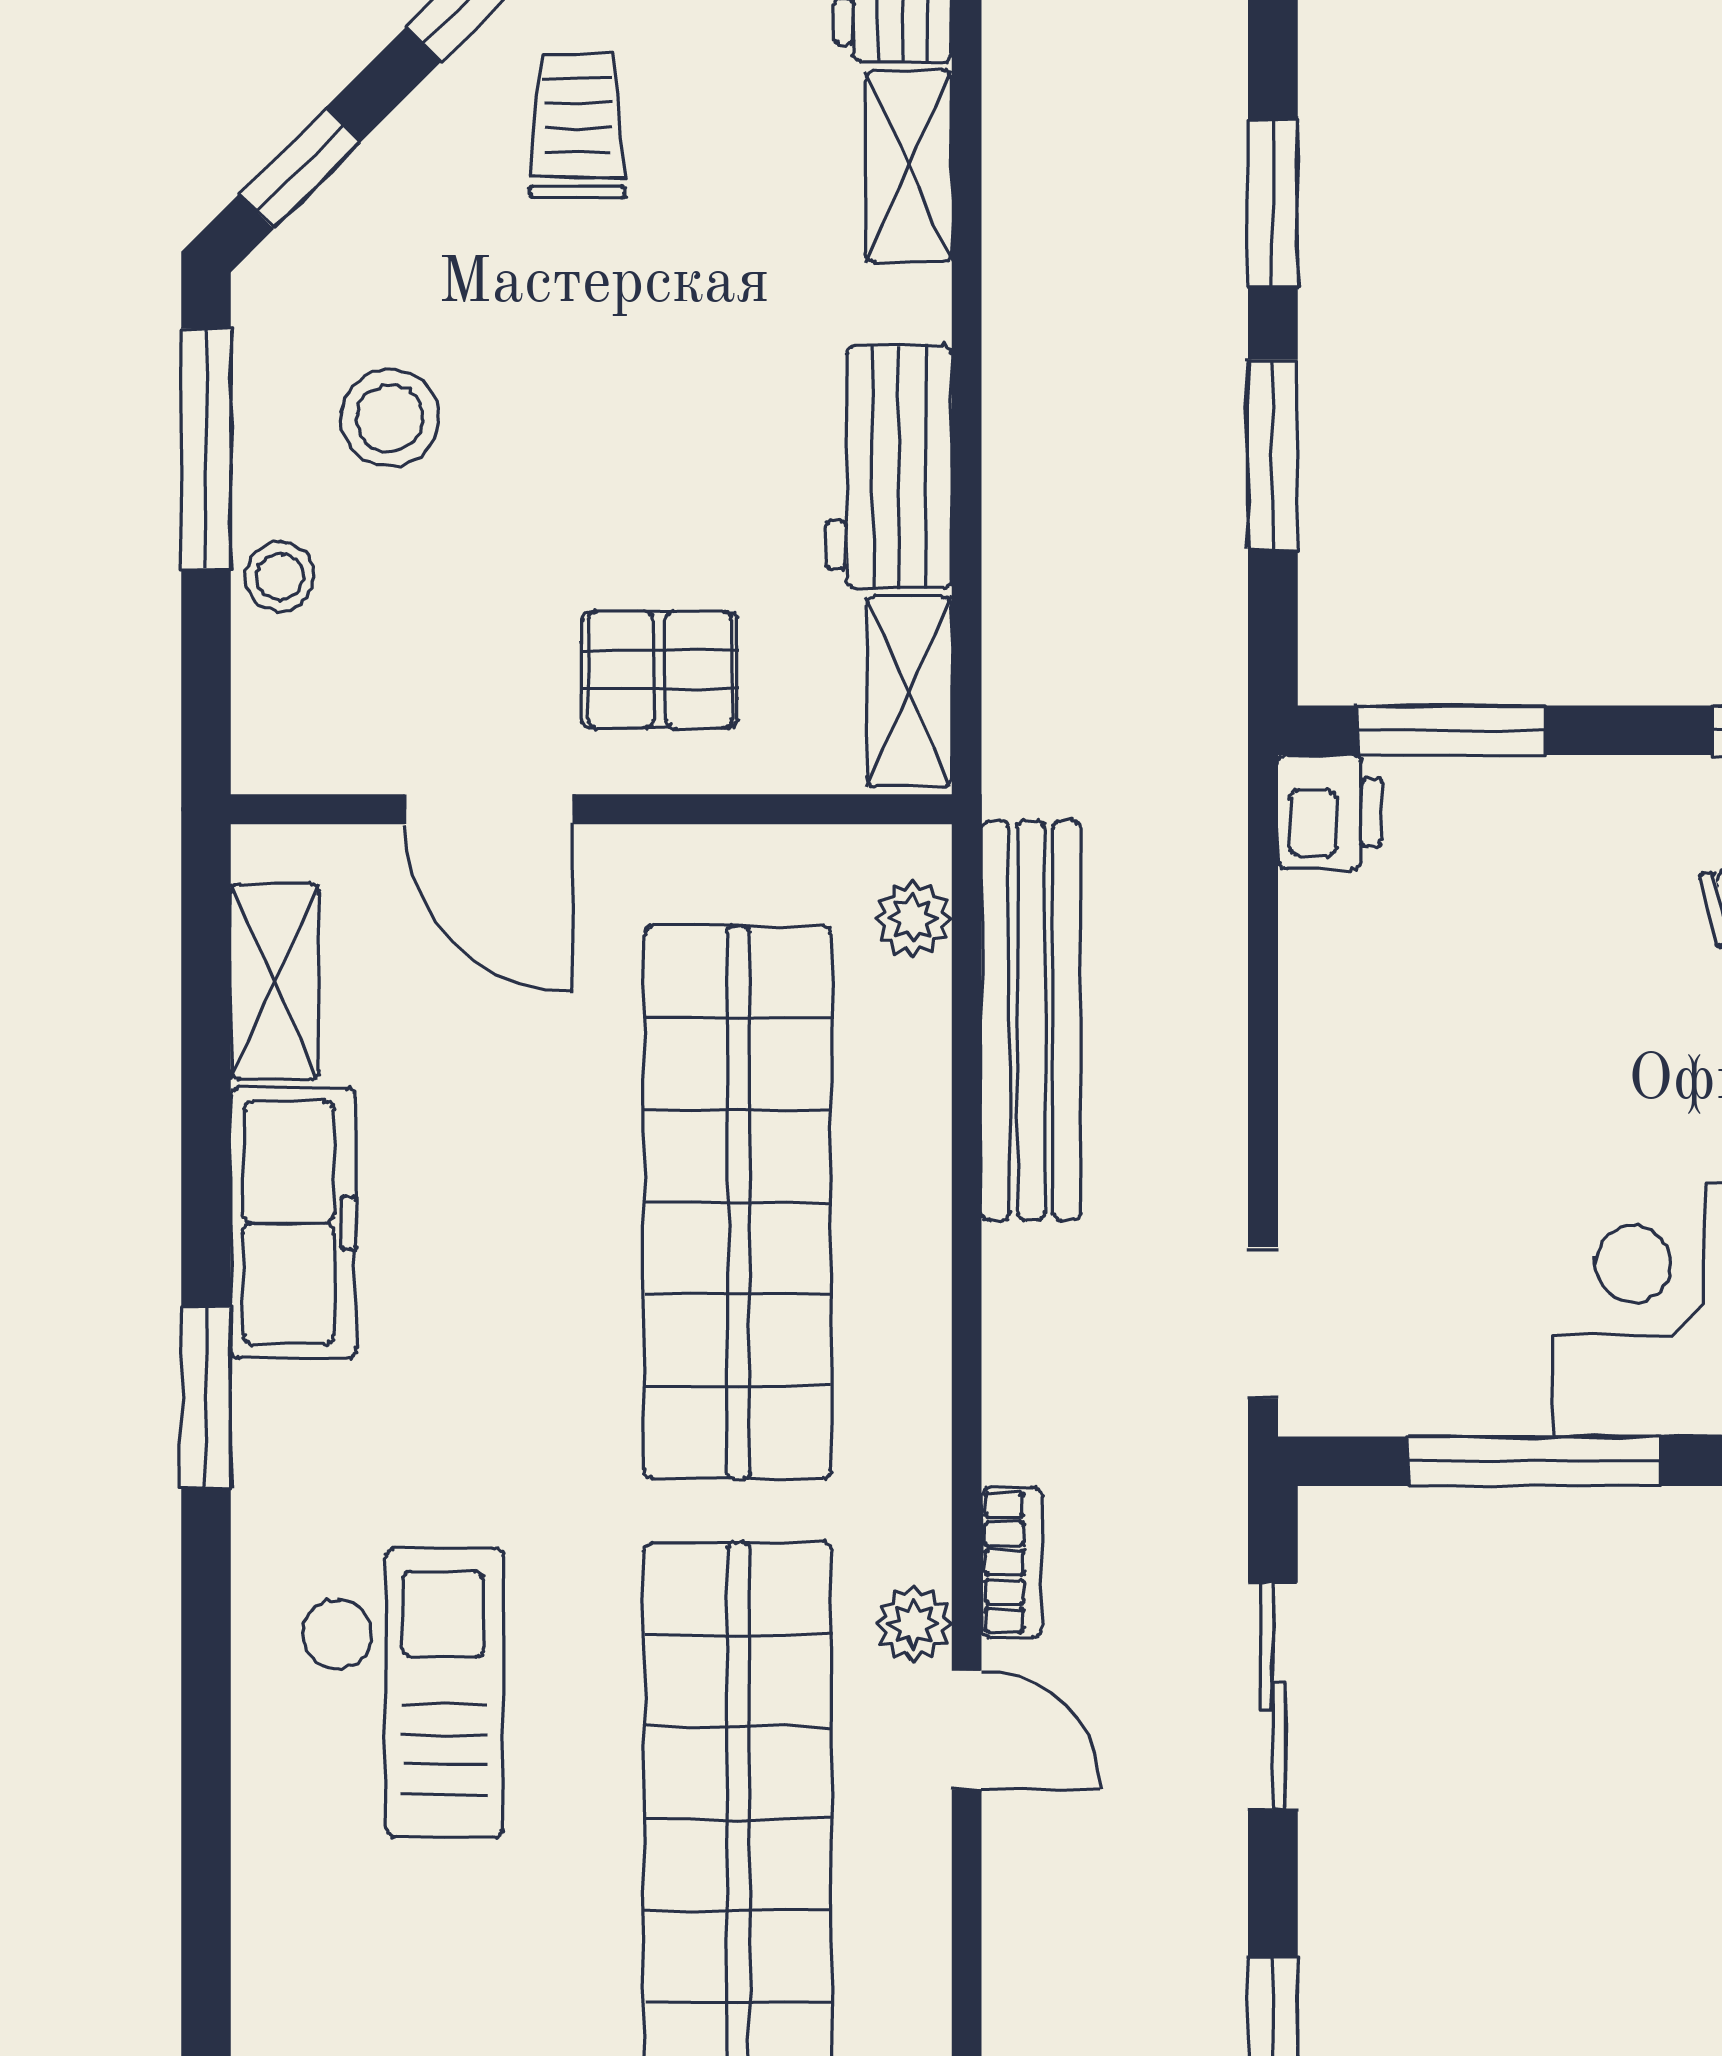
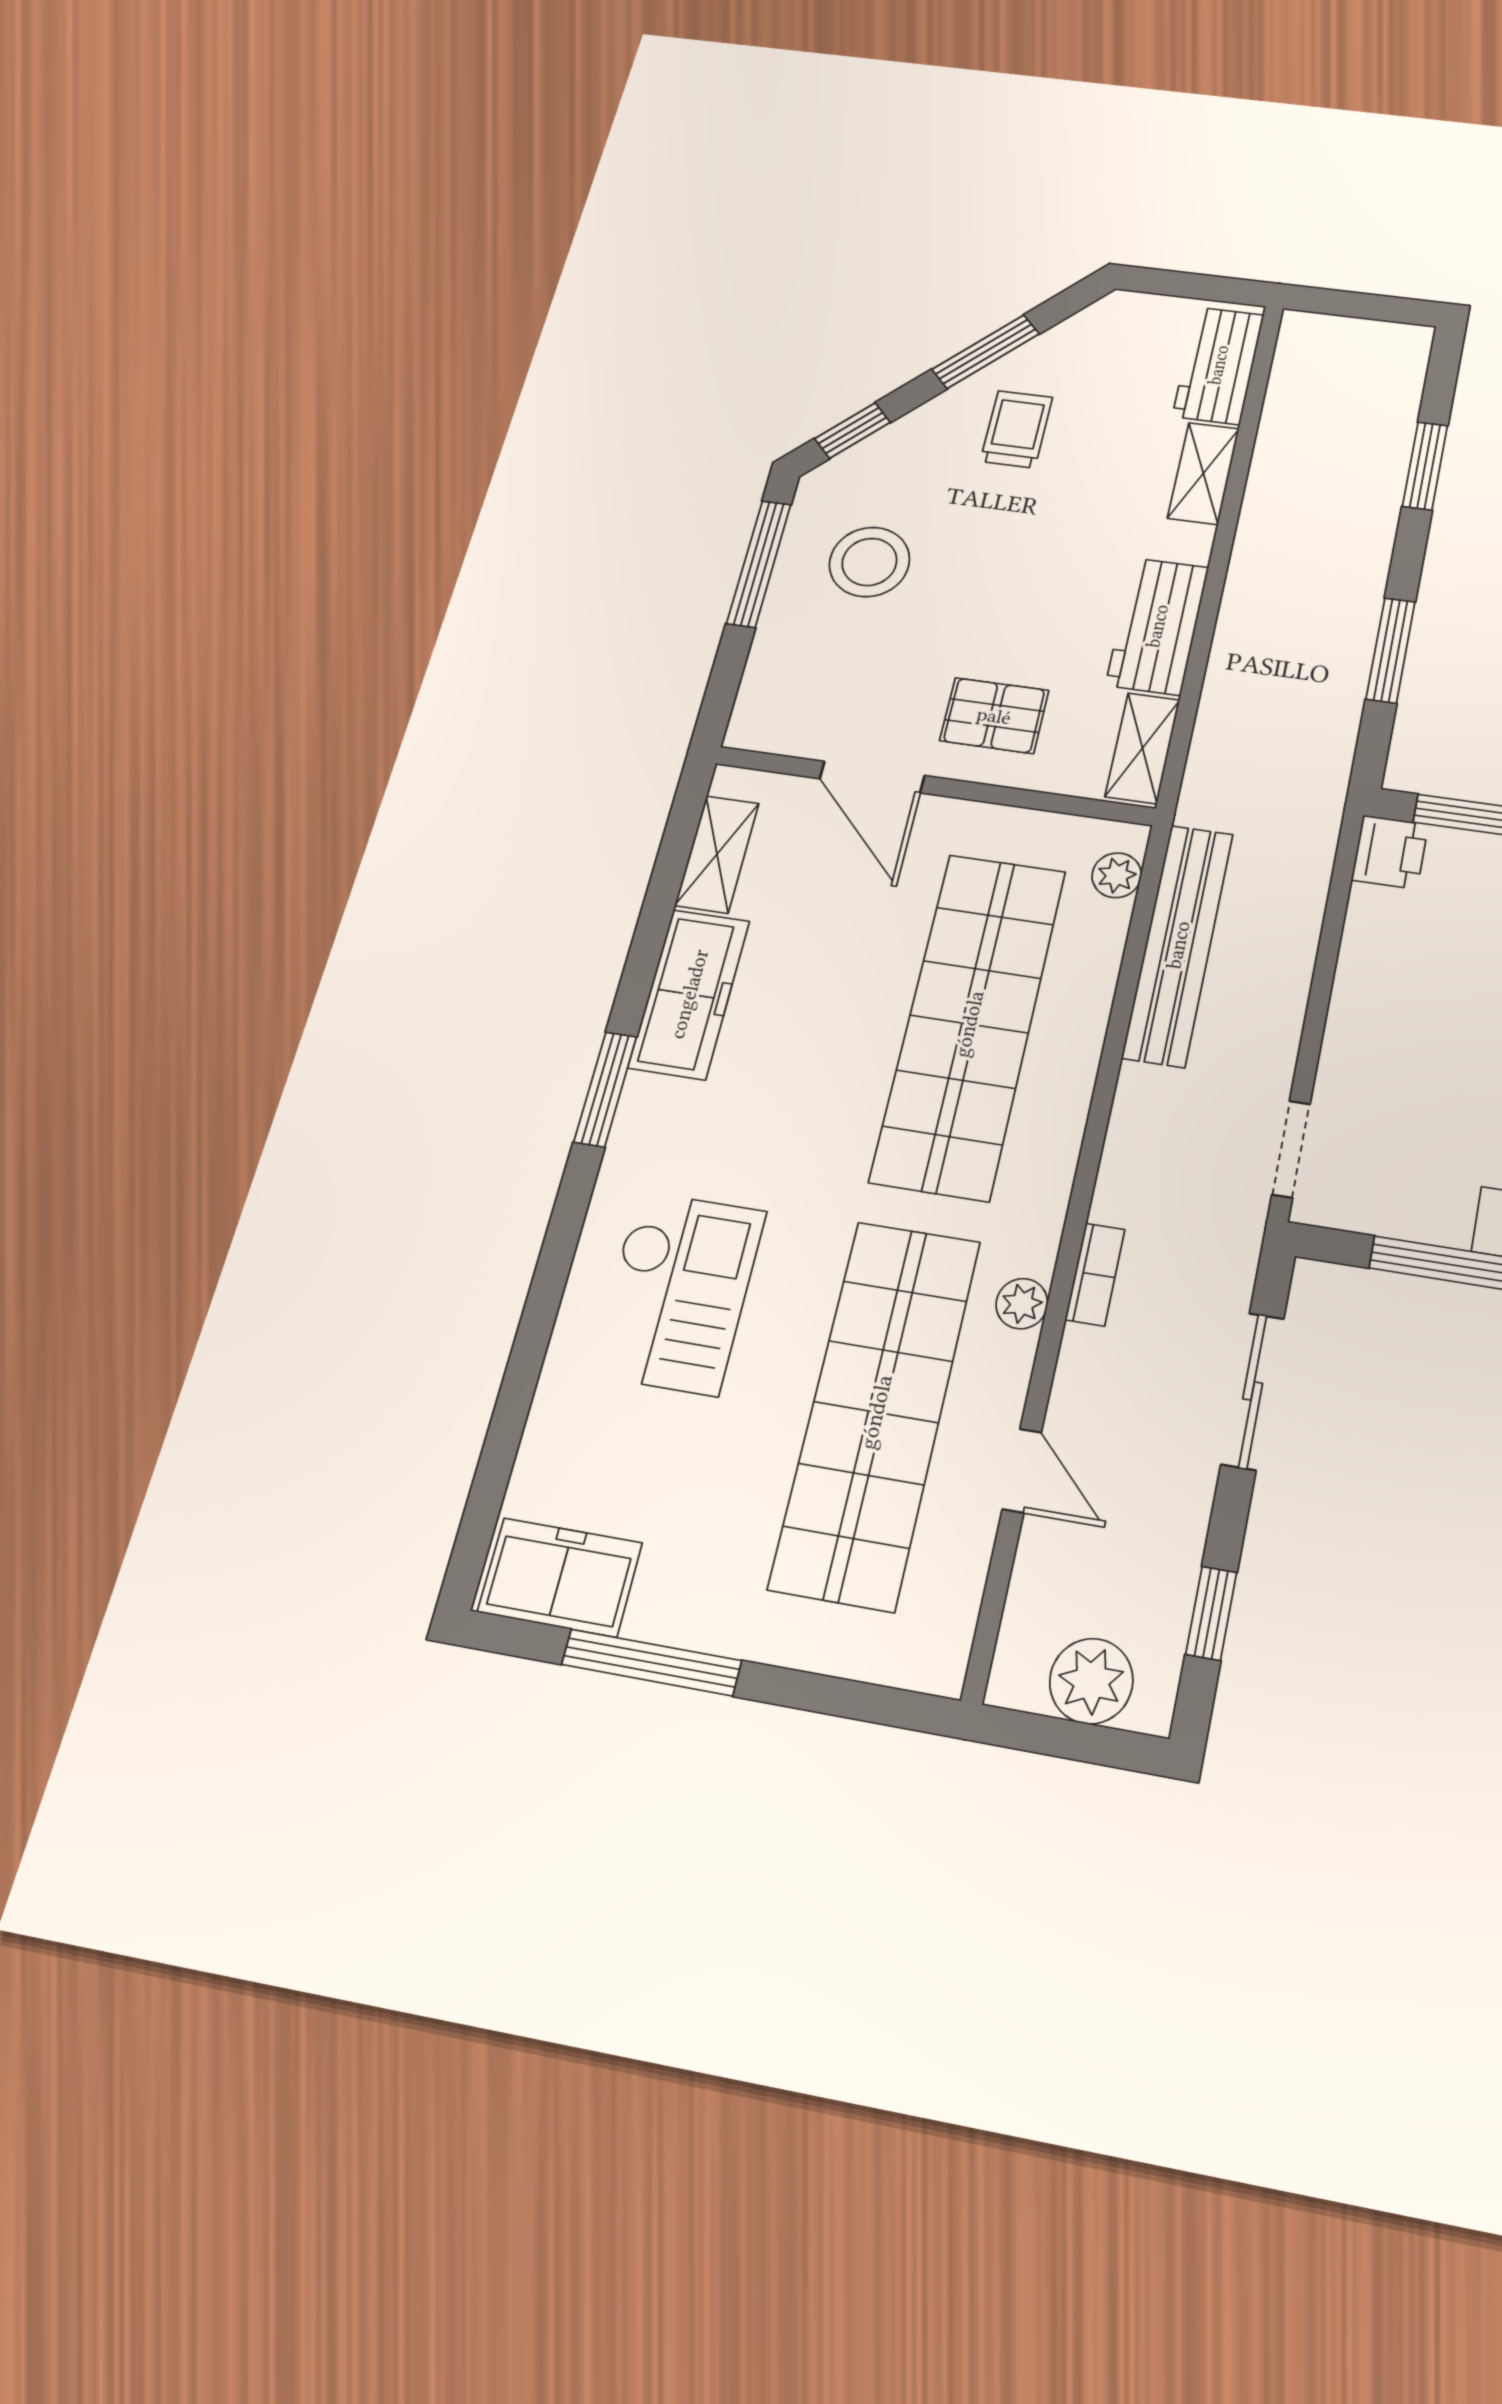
window: (1273, 203) -> (1425, 466), moved
stool: (390, 418) -> (869, 562), width x1.38, depth x1.38
stool: (280, 577) -> (783, 635), removed
door: (967, 1730) -> (1022, 1471), moved

